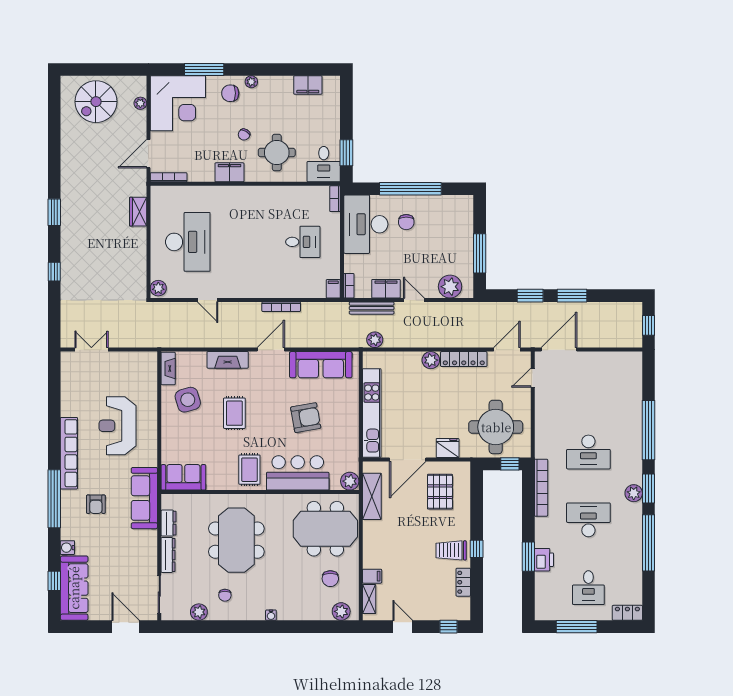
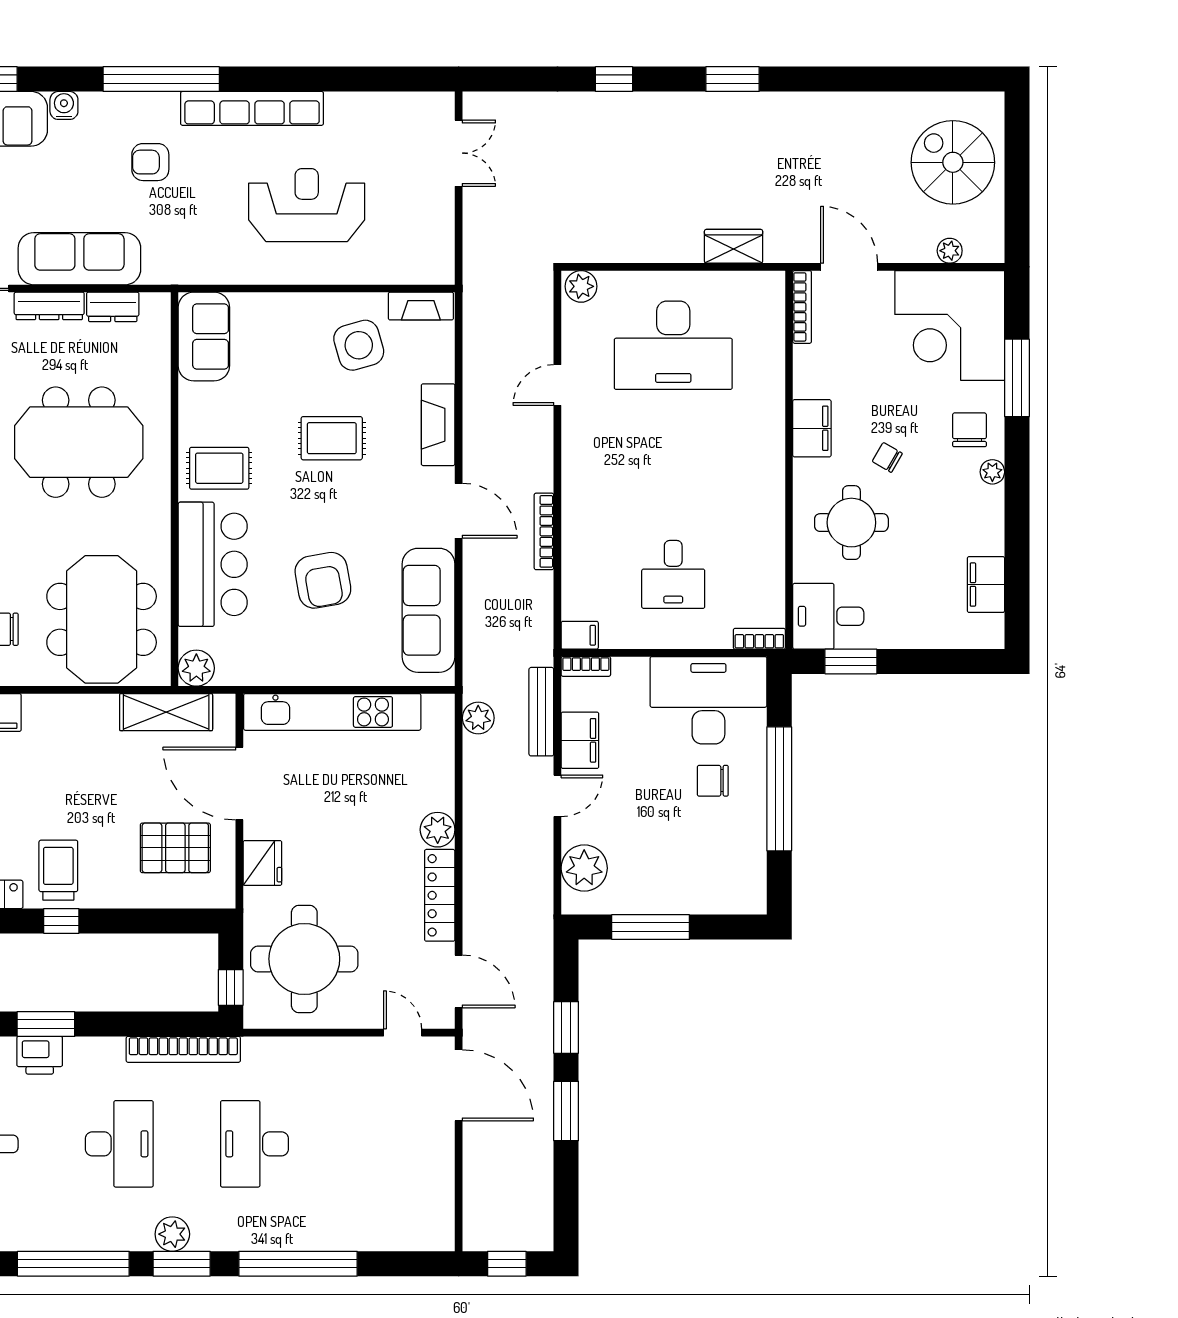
sofa: (144, 498) -> (79, 259), moved

